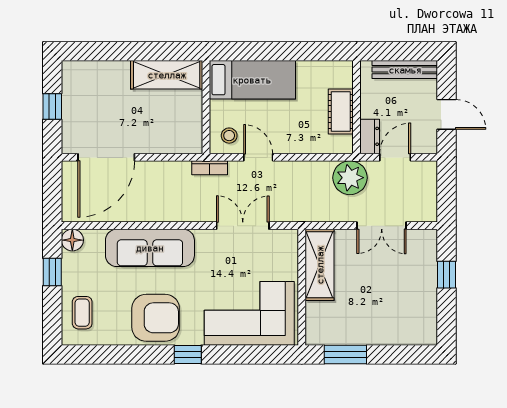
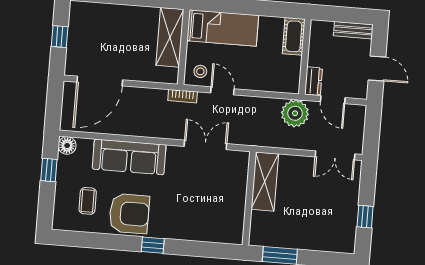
bench: (405, 70) -> (353, 30), width x0.73
shelving: (167, 75) -> (170, 37), moved, turned 90
cot: (341, 112) -> (294, 36), moved
door: (395, 157) -> (333, 100), swing flipped
double door: (382, 226) -> (335, 155), moved
window: (447, 275) -> (365, 217), moved
coffee table: (82, 313) -> (88, 201), moved
corner sofa: (249, 313) -> (205, 216), removed

